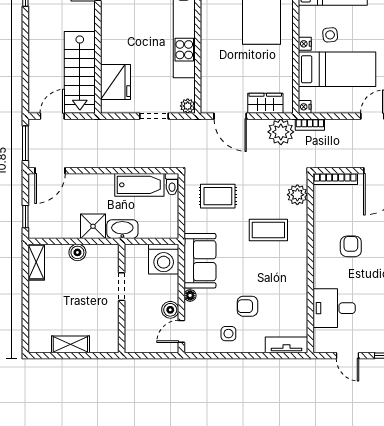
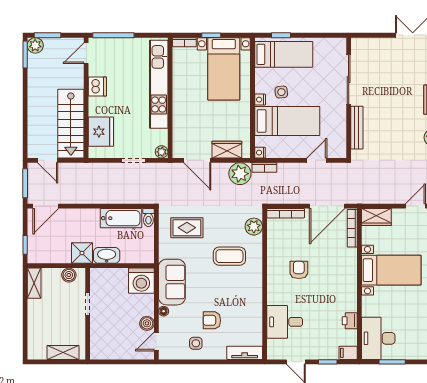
dishwasher: (111, 28) -> (97, 86), added
door: (52, 116) -> (48, 160), swing flipped
doorway: (122, 287) -> (88, 304), moved
wall: (122, 298) -> (88, 314), moved

